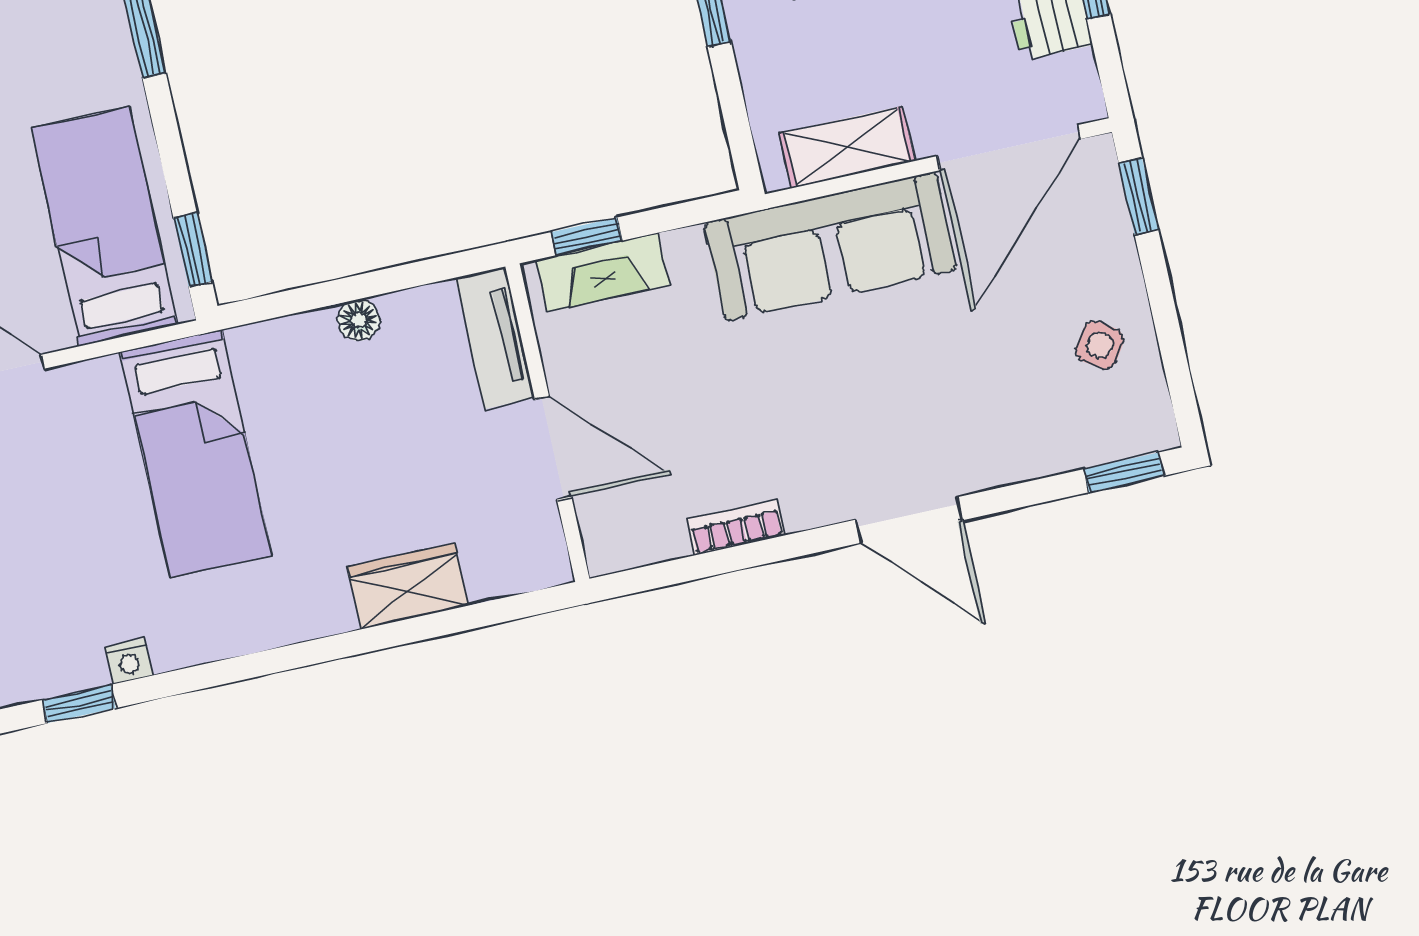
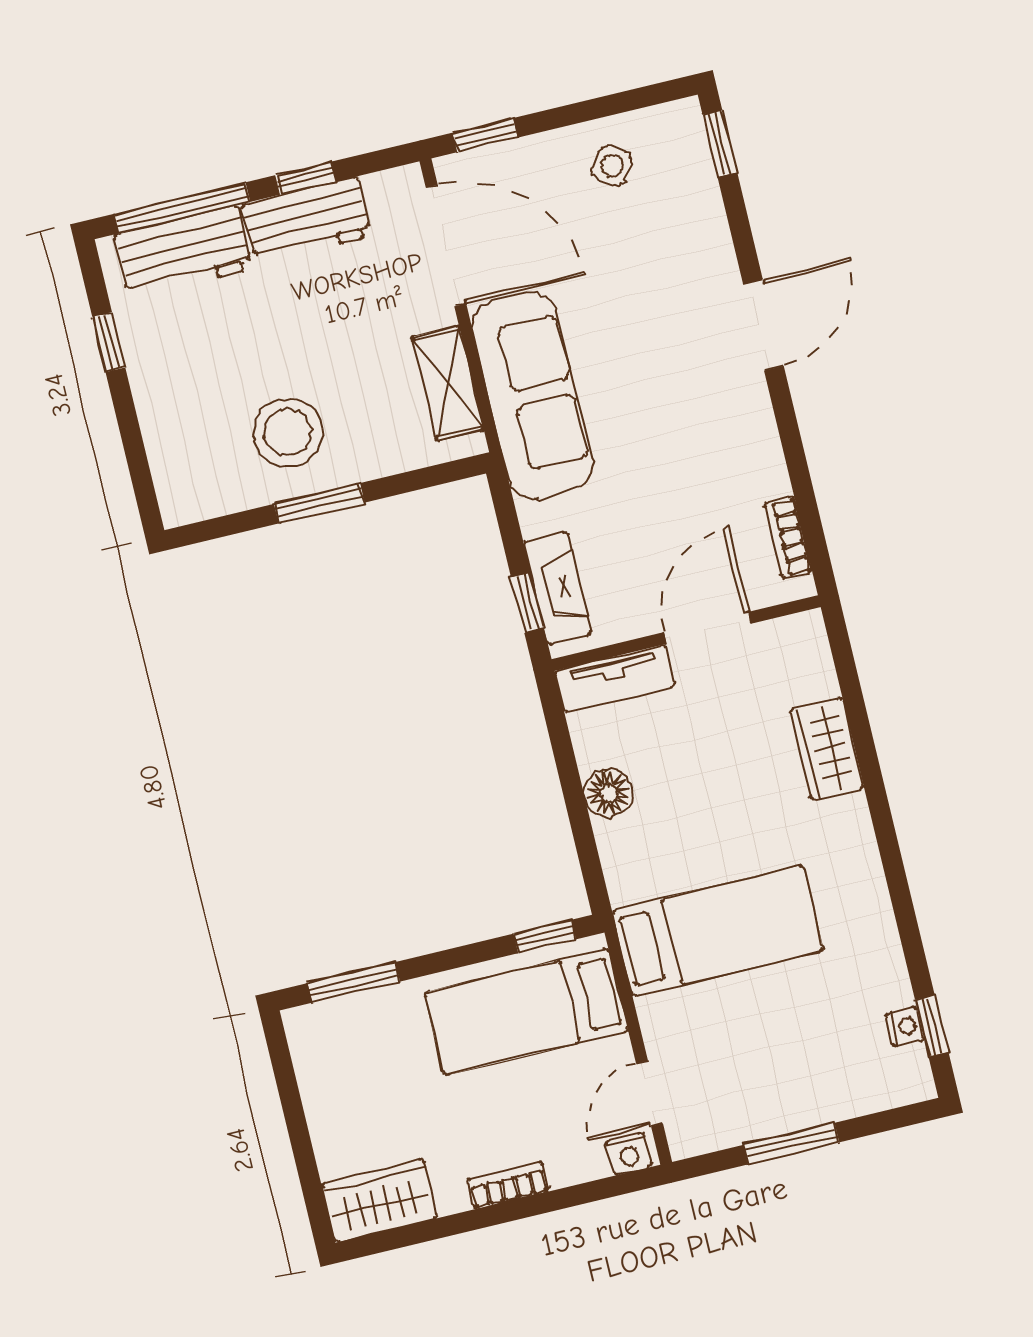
floor lamp: (359, 320) -> (608, 793), width x1.37, depth x1.37
bookcase: (736, 527) -> (788, 538), moved
nightstand: (129, 661) -> (905, 1027), moved

